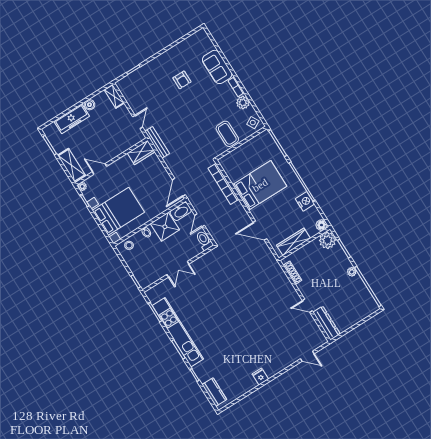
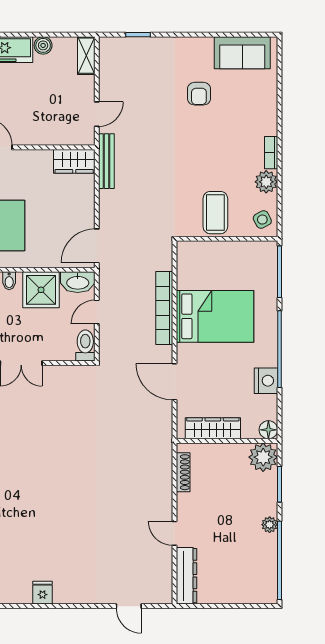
sofa: (217, 67) -> (242, 53), moved, turned -90
bookcase: (223, 184) -> (164, 308), moved

